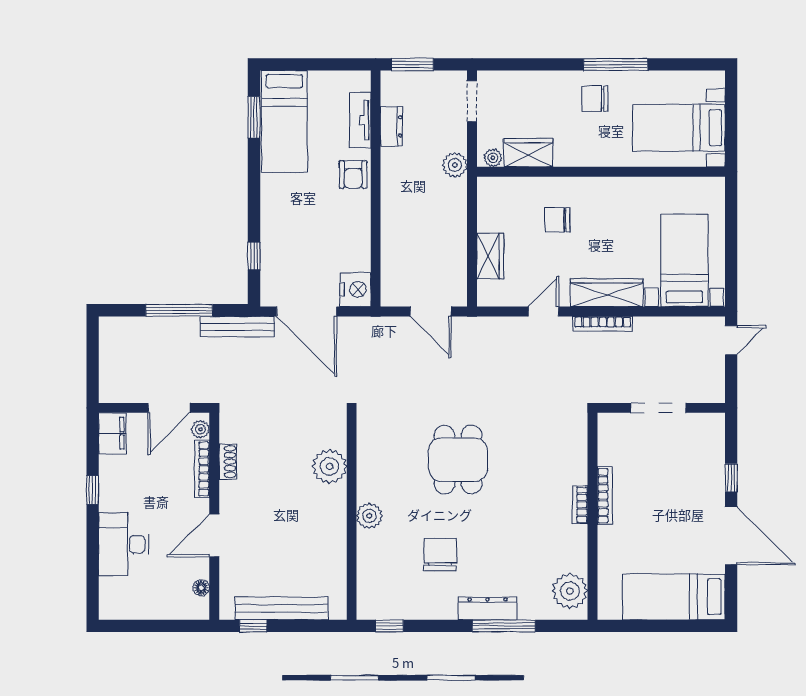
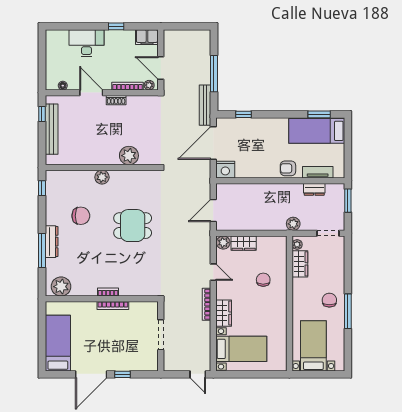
plant: (489, 293) -> (223, 243), added
wardrobe: (607, 293) -> (224, 313), width x0.67
shoe rack: (228, 462) -> (116, 100), moved

